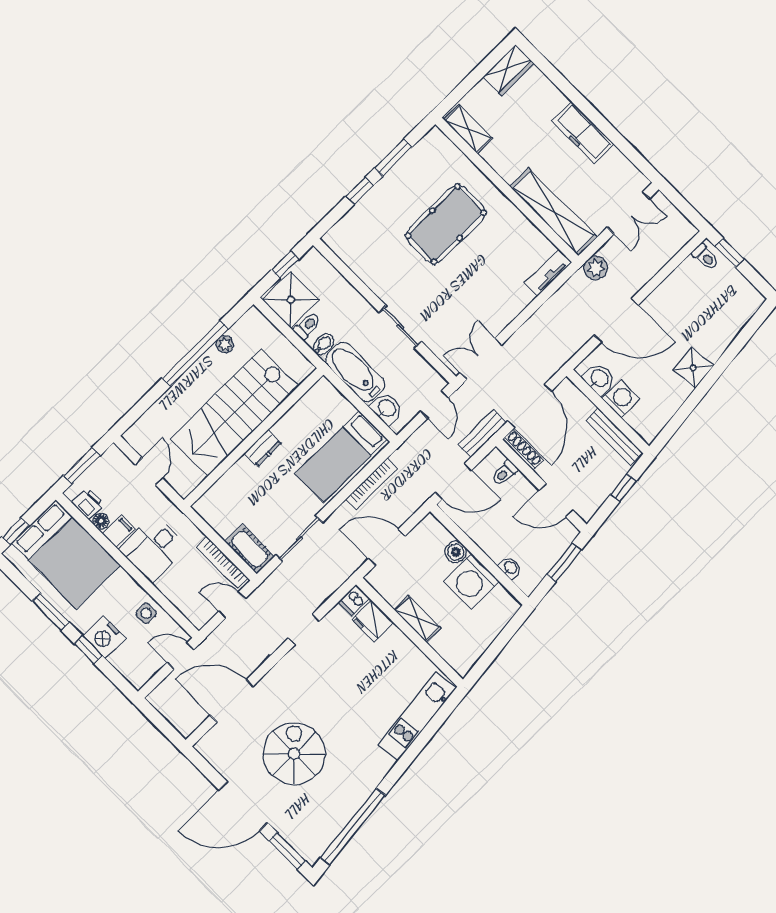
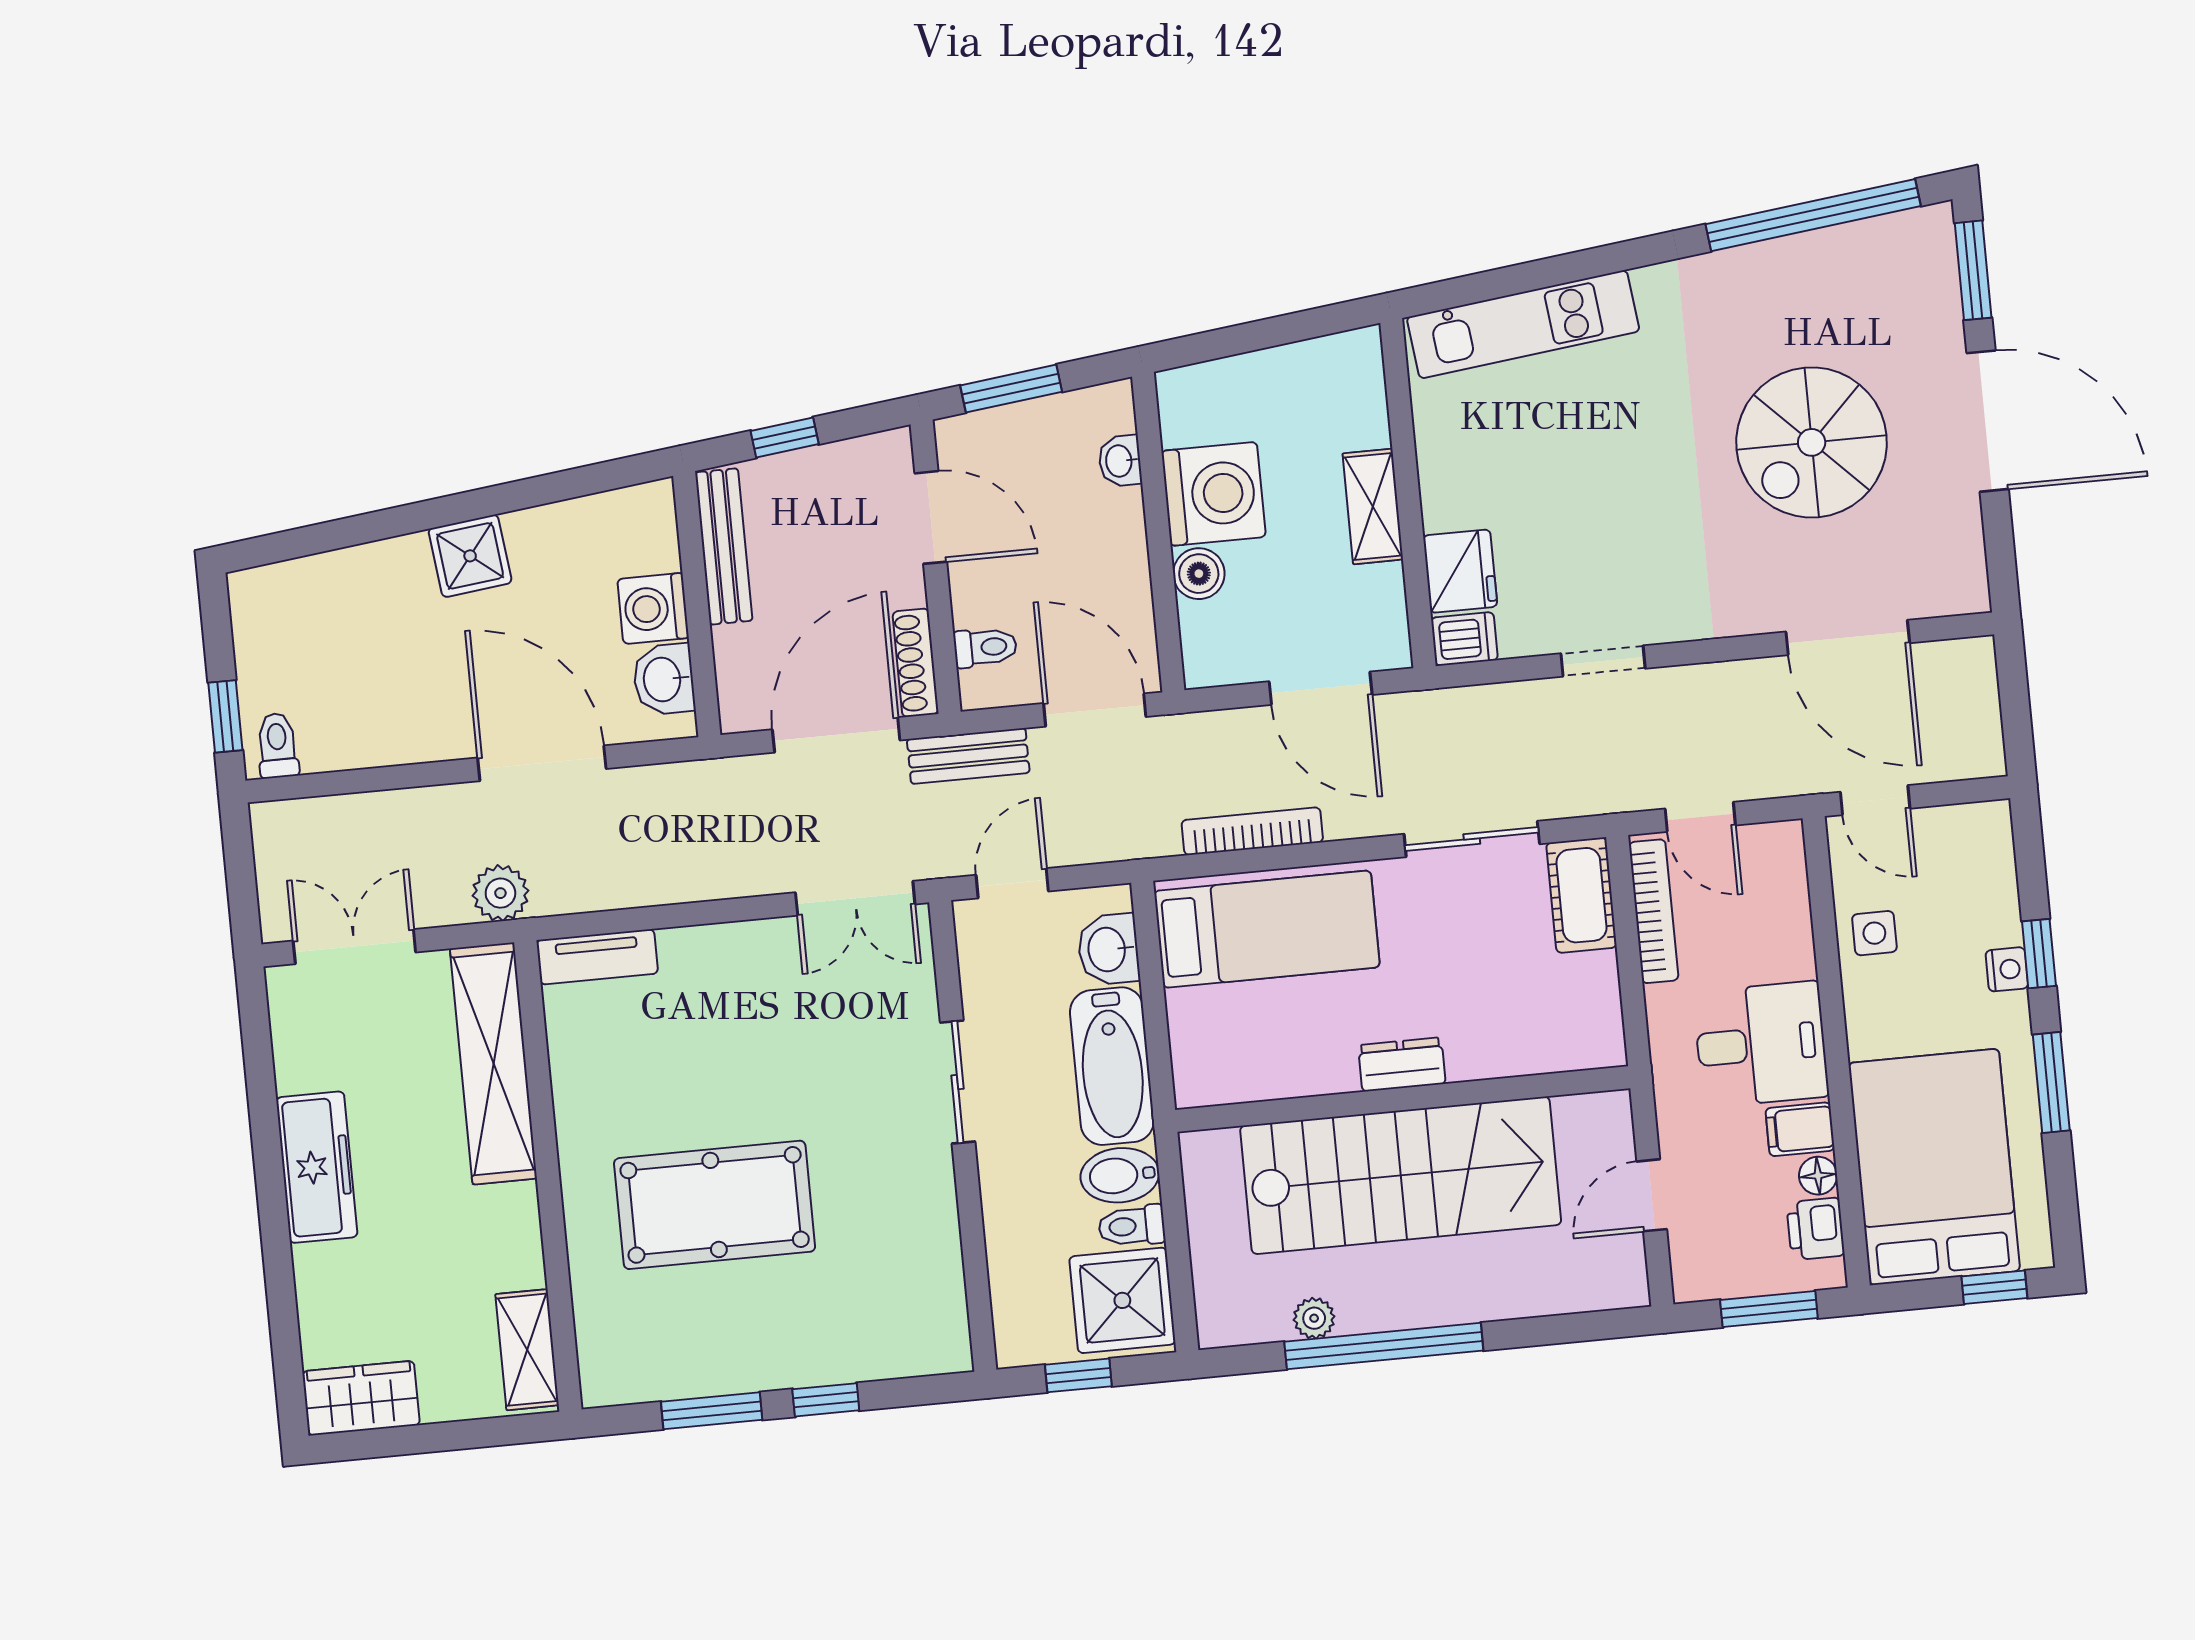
bidet: (323, 344) -> (1120, 1175), width x1.38, depth x1.36
nightstand: (104, 637) -> (2007, 969), width x0.53, depth x0.56

